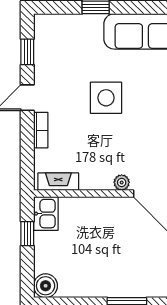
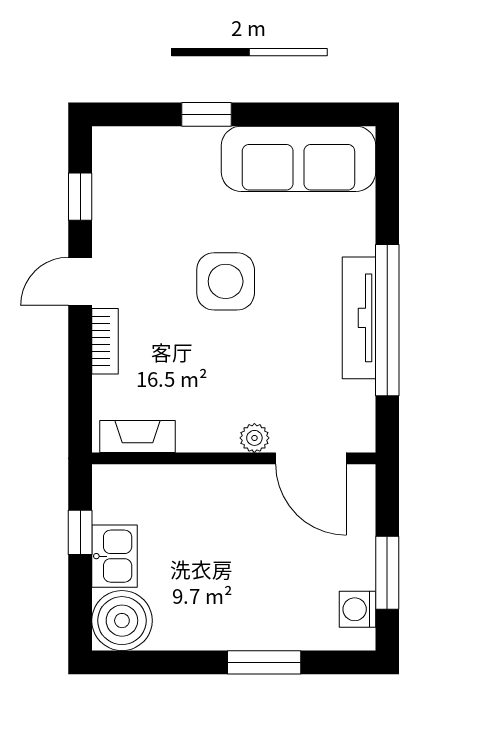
kitchen sink: (46, 214) -> (114, 556), moved
boiler: (46, 286) -> (122, 621), width x1.37, depth x1.37

